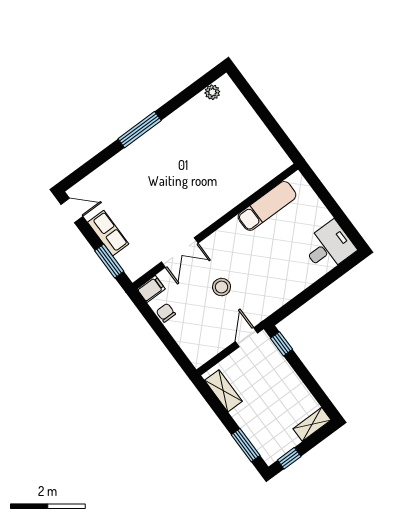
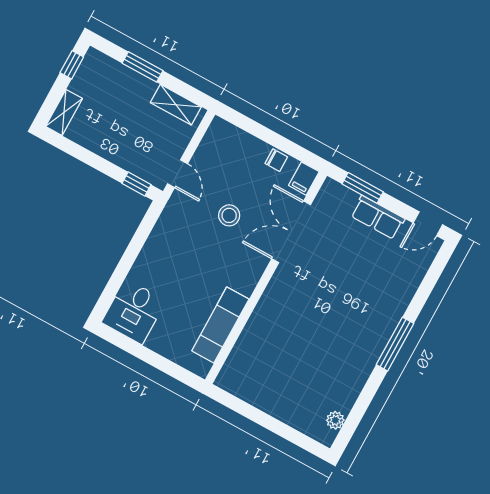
double door: (180, 253) -> (291, 232), width x1.37
window: (246, 445) -> (142, 67), moved

